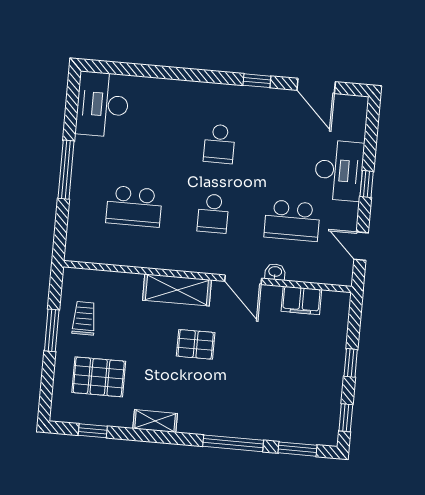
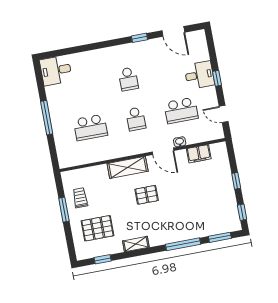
desk: (103, 104) -> (56, 70), width x0.73
desk: (339, 170) -> (199, 75), width x0.73

